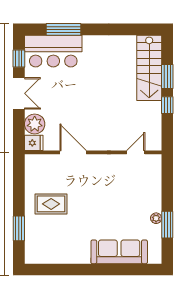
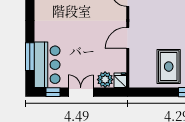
door: (73, 152) -> (128, 38), moved
rug: (51, 204) -> (169, 67), width x1.36, depth x1.43

